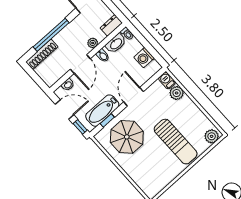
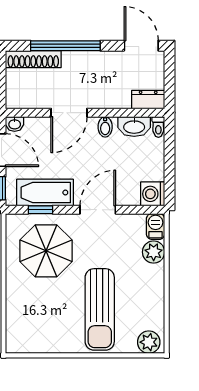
plant: (93, 43) -> (107, 101), removed
washing machine: (144, 58) -> (153, 194), moved
washbasin: (68, 85) -> (15, 124), moved

